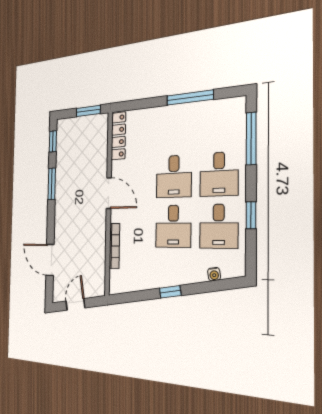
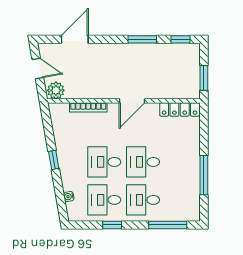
plant: (97, 284) -> (56, 90), added

